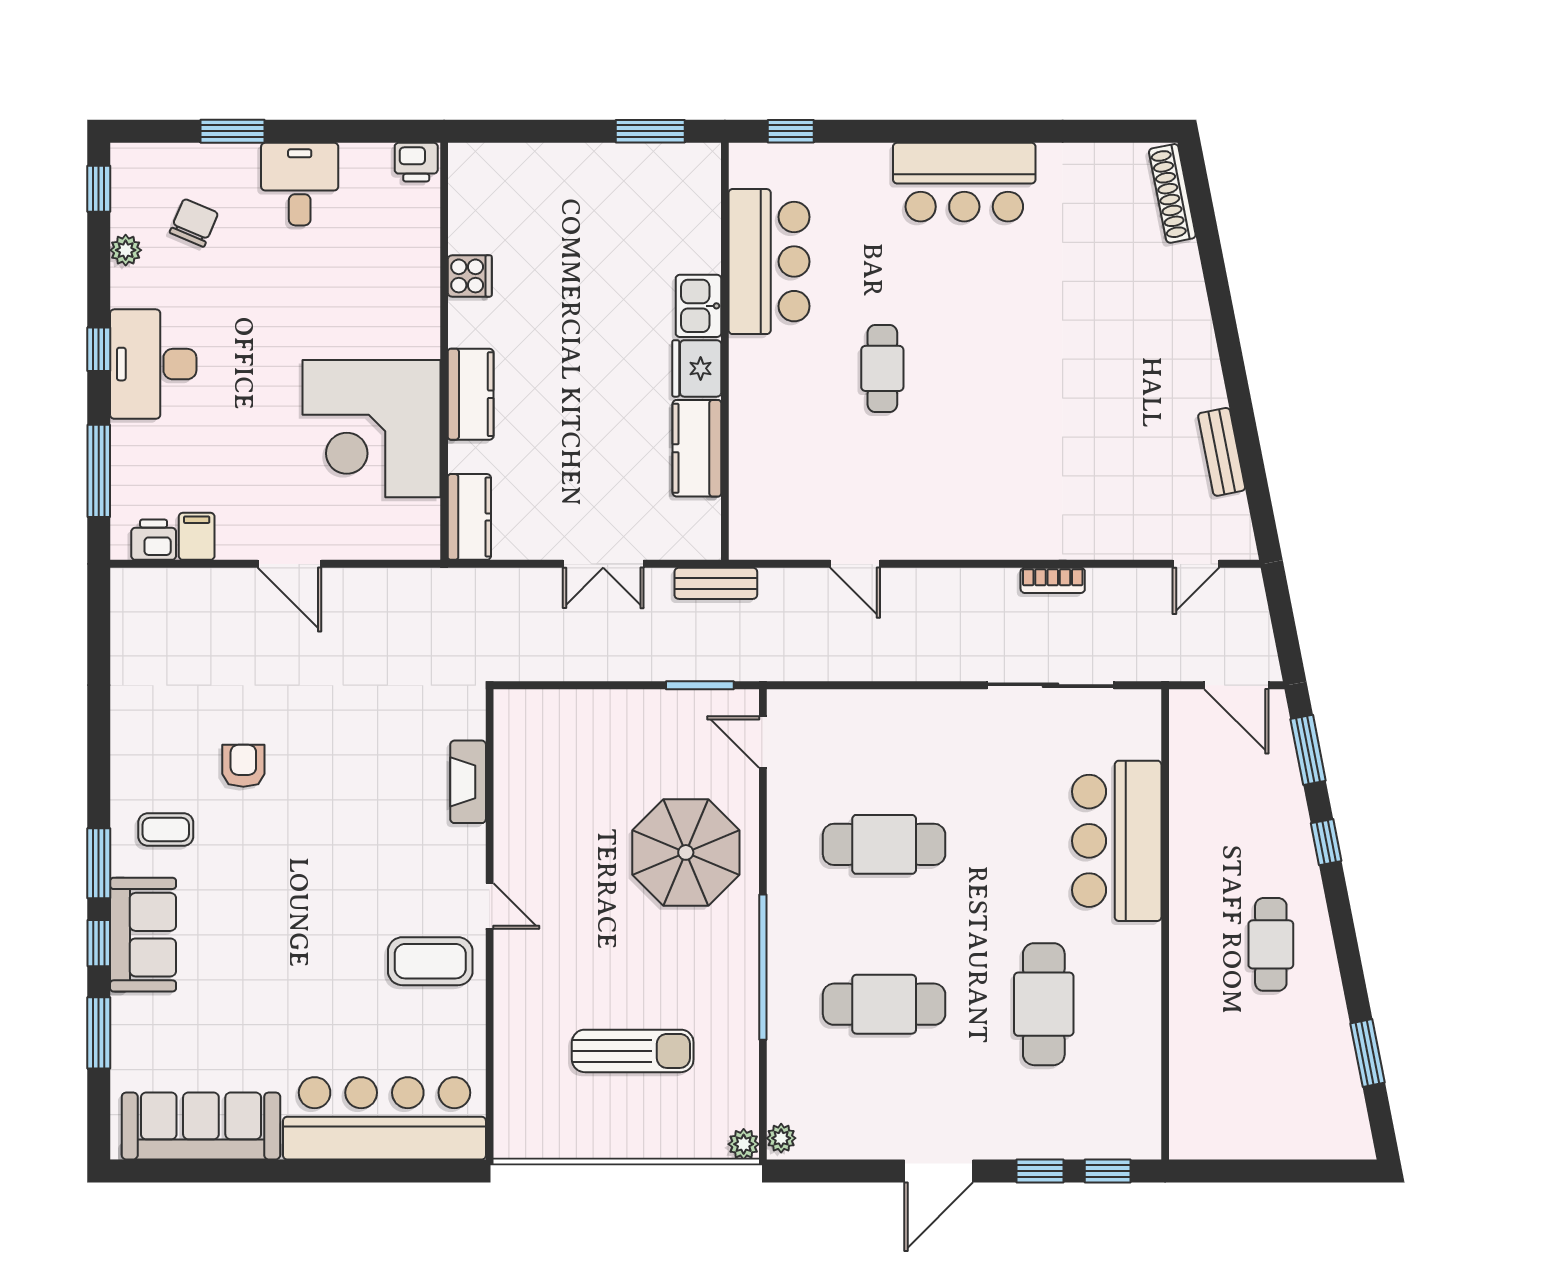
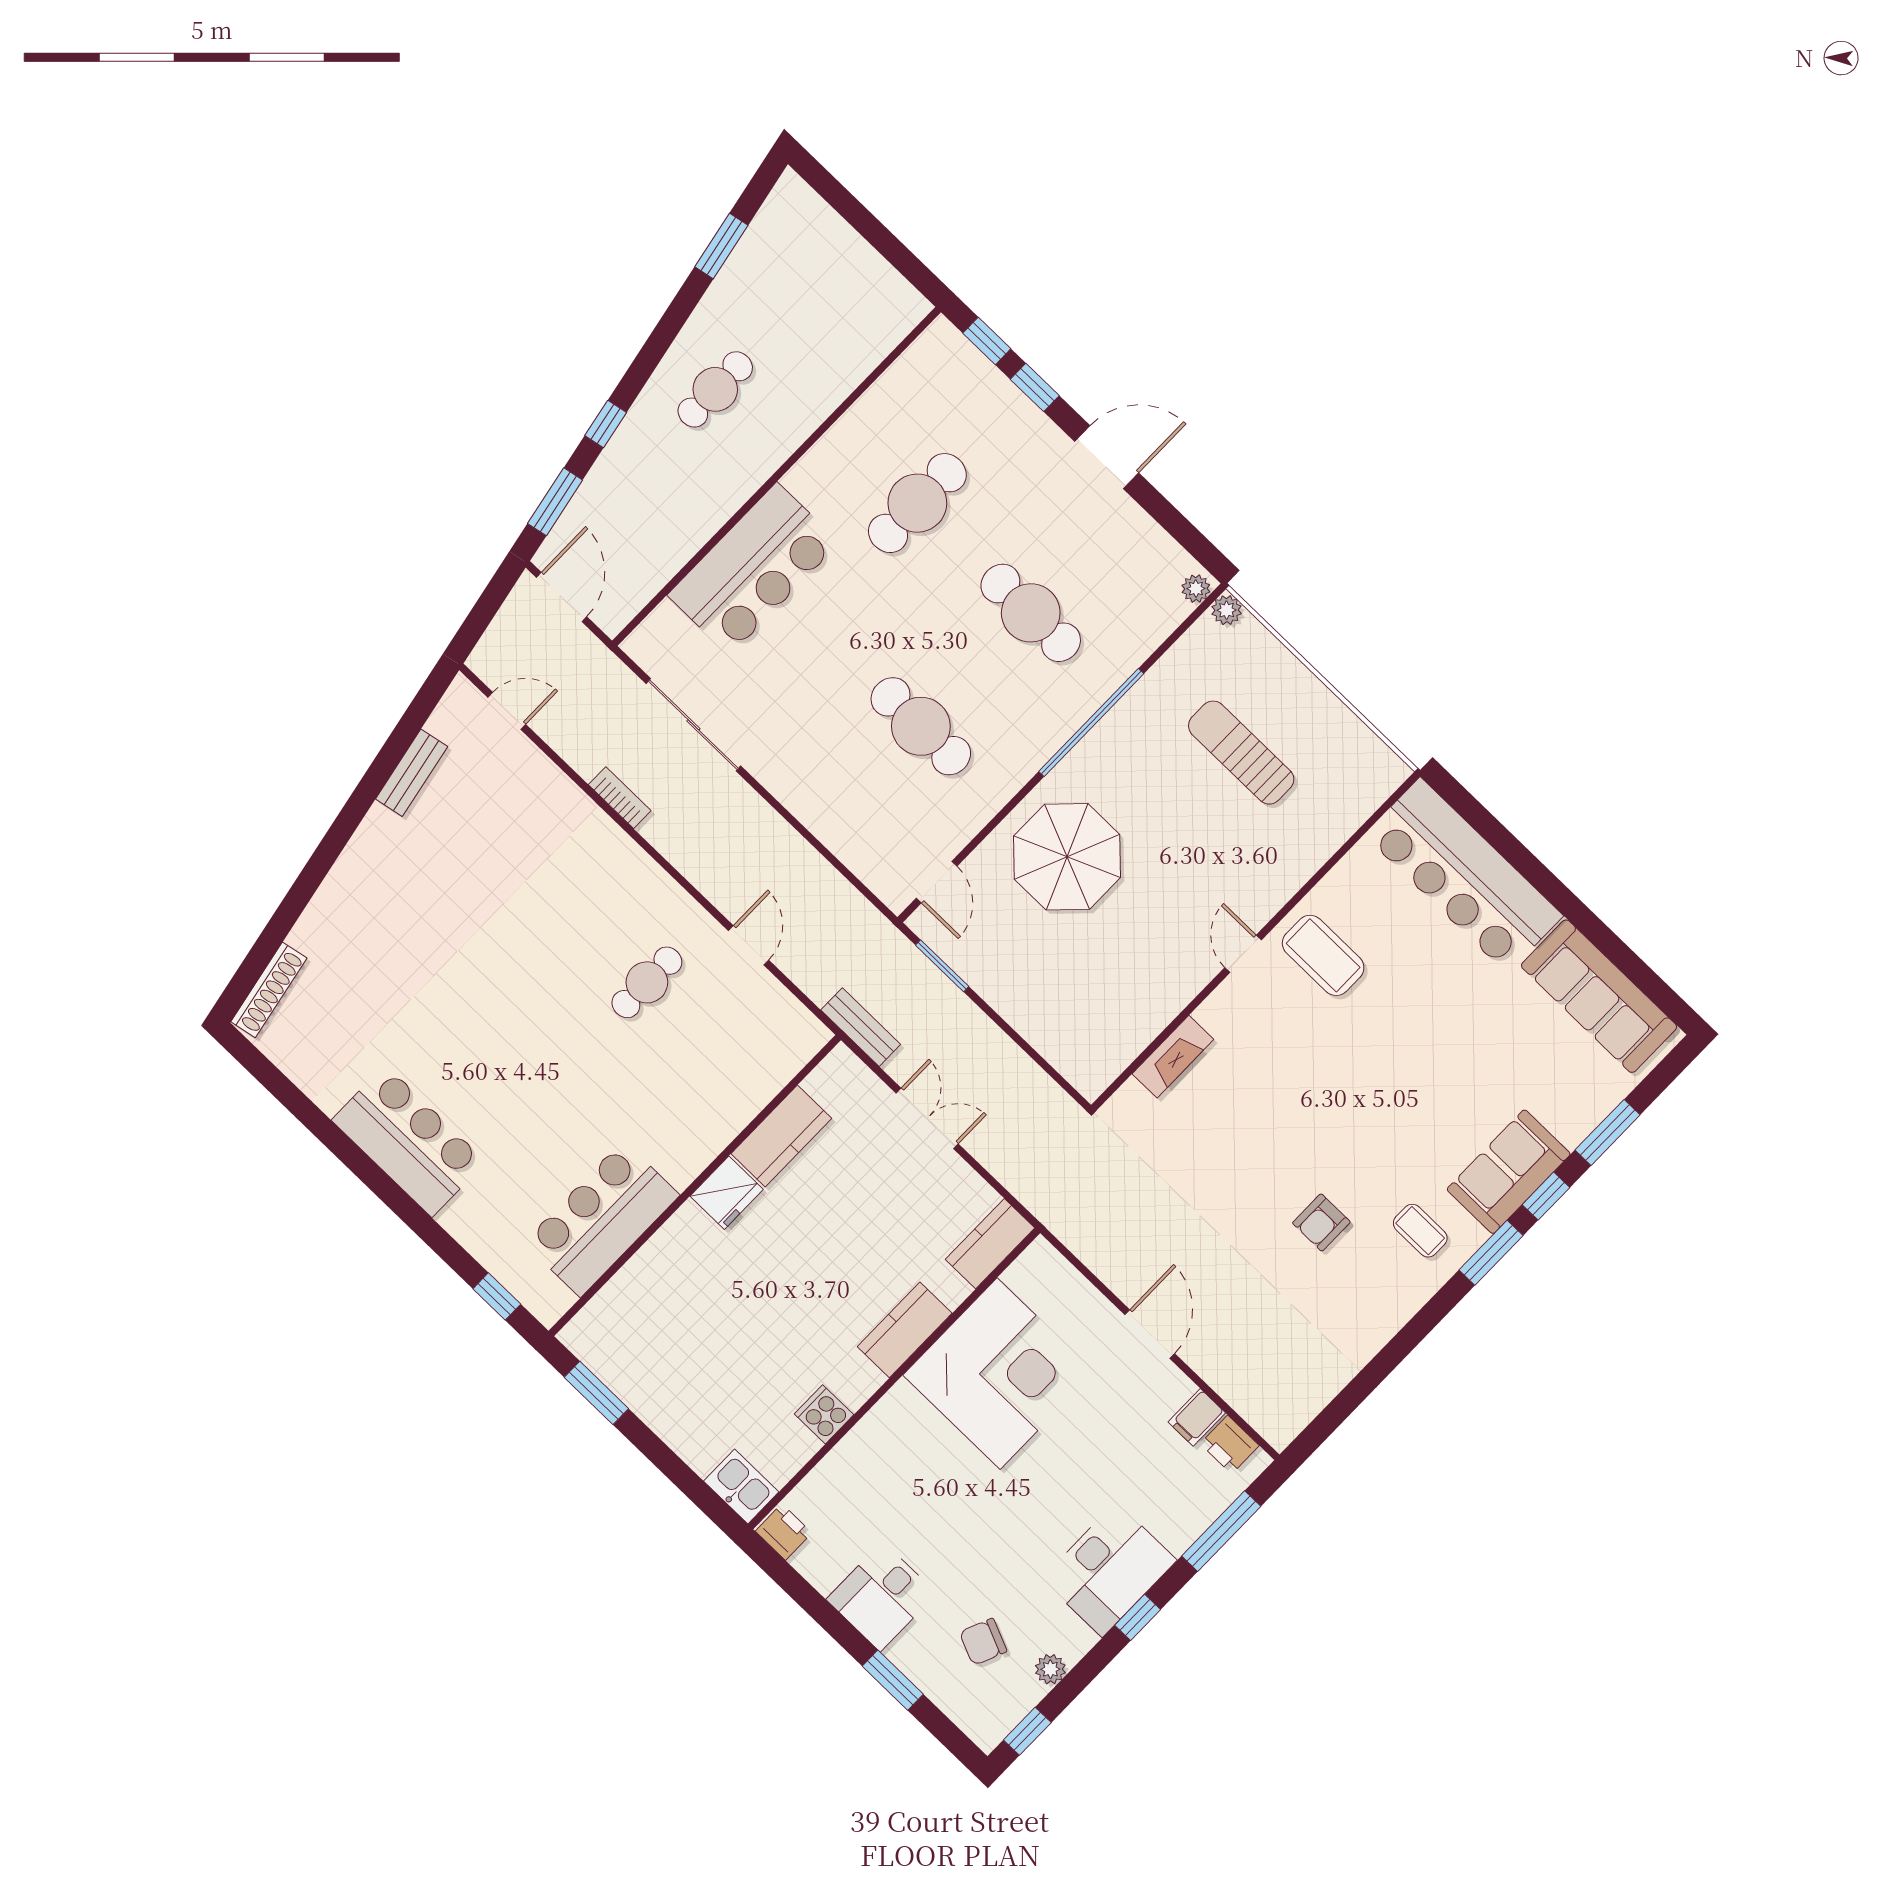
kitchen sink: (698, 306) -> (741, 1486), moved, turned -90
cafe table: (882, 368) -> (647, 982), moved

